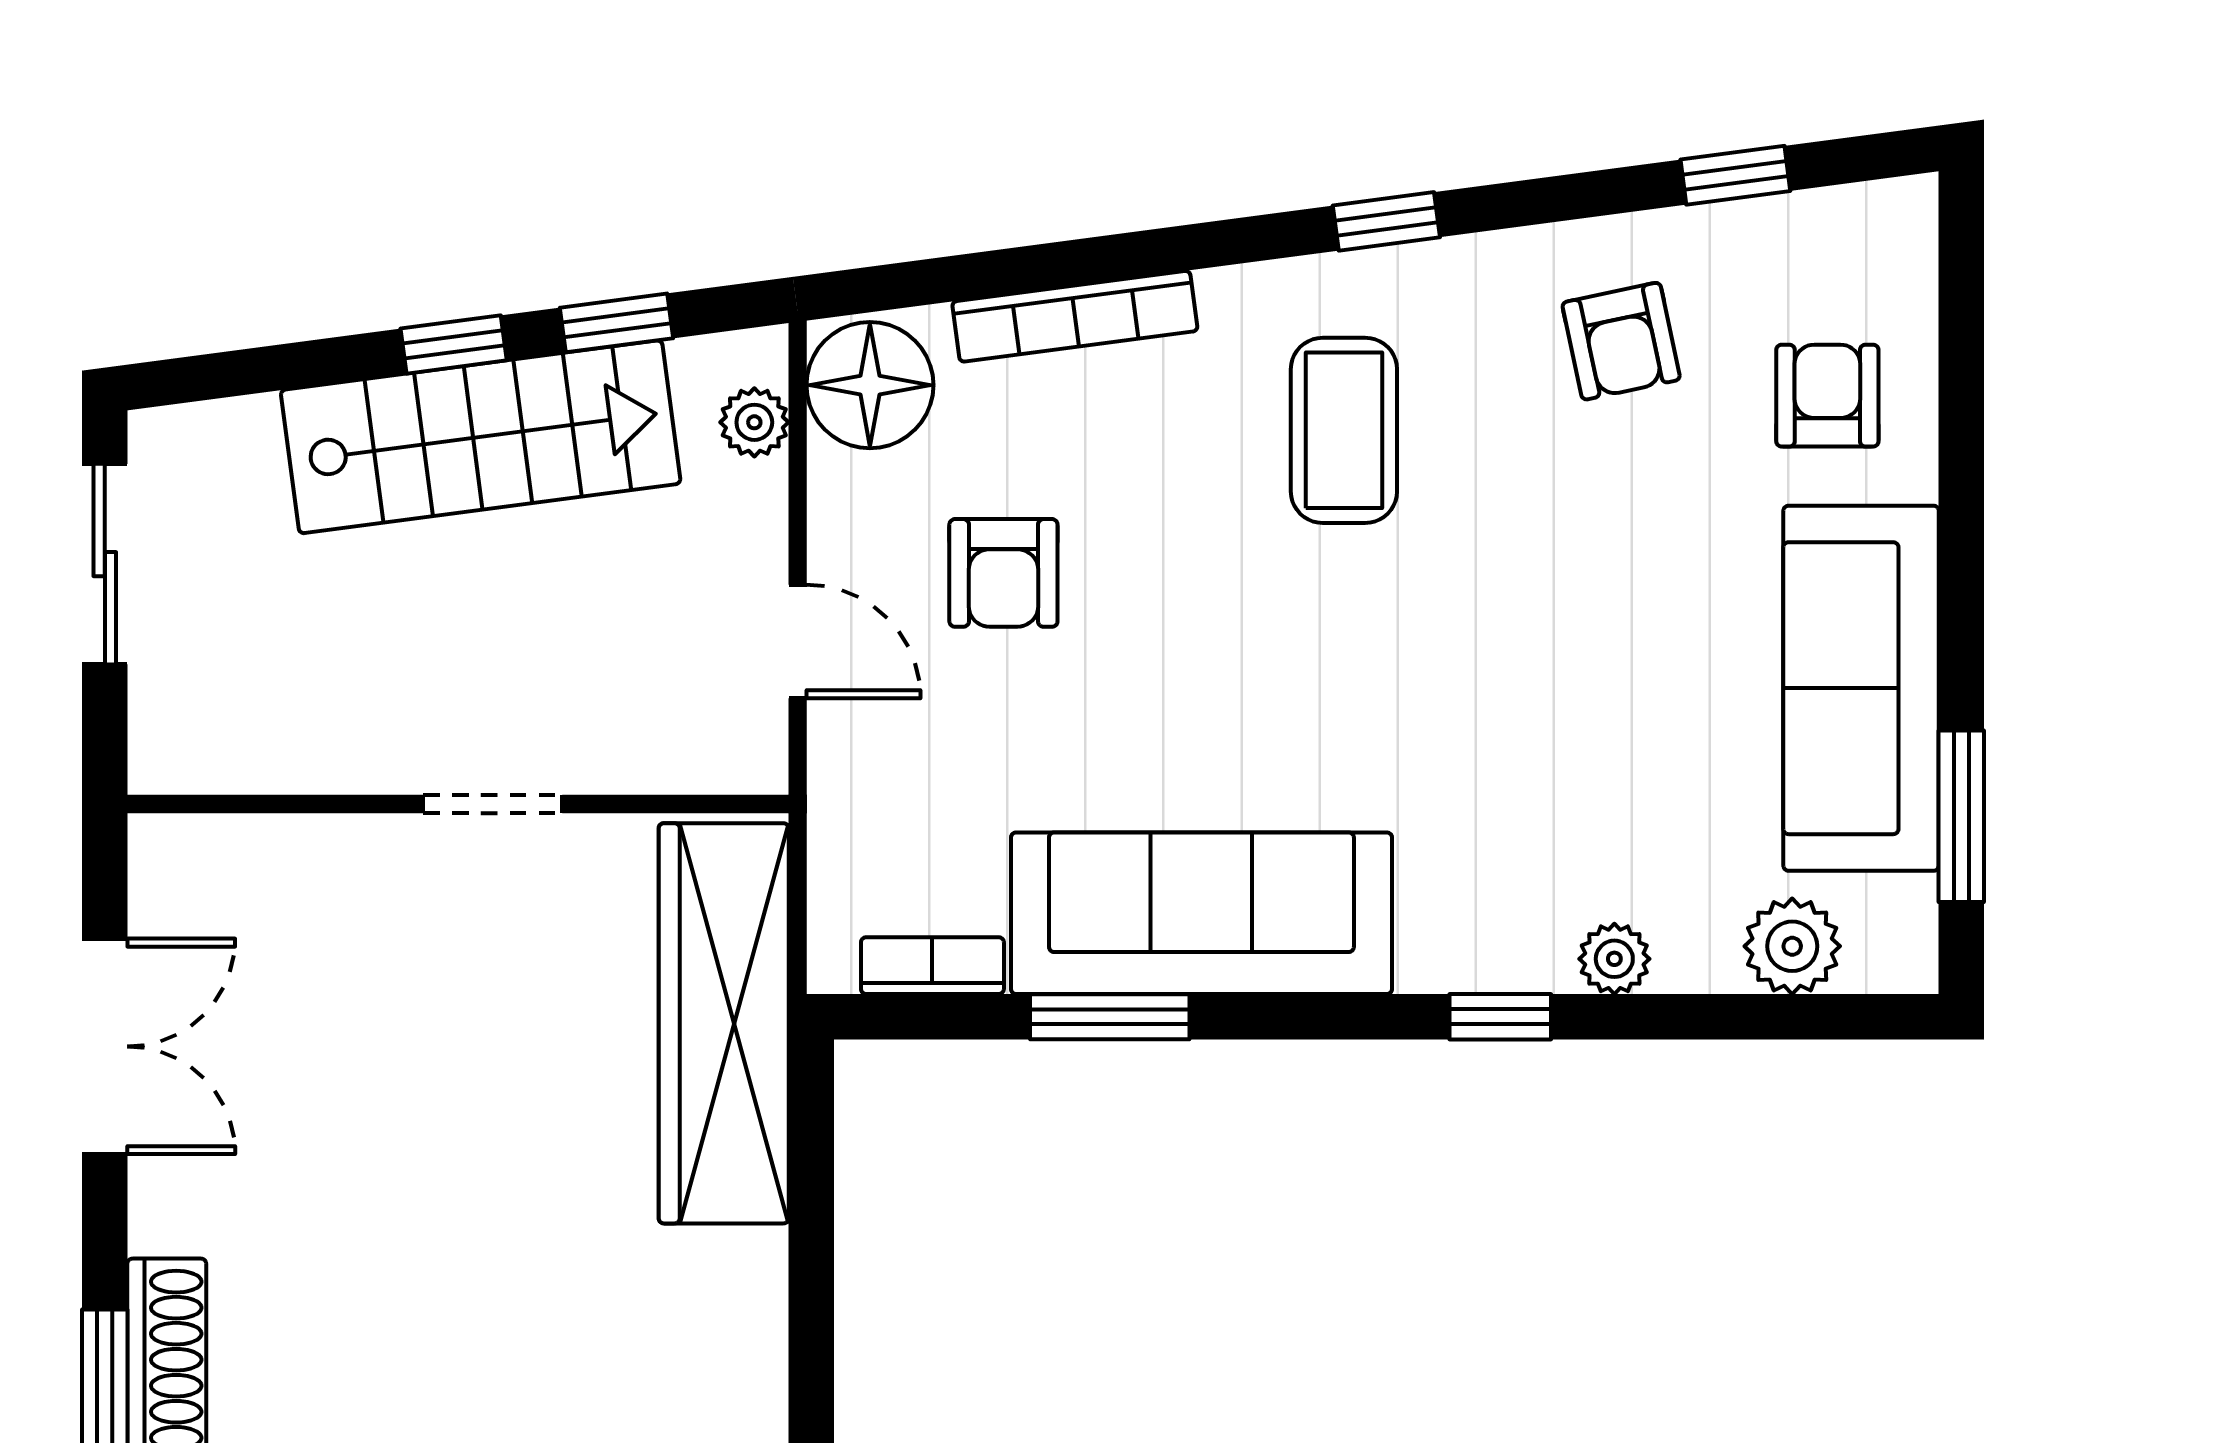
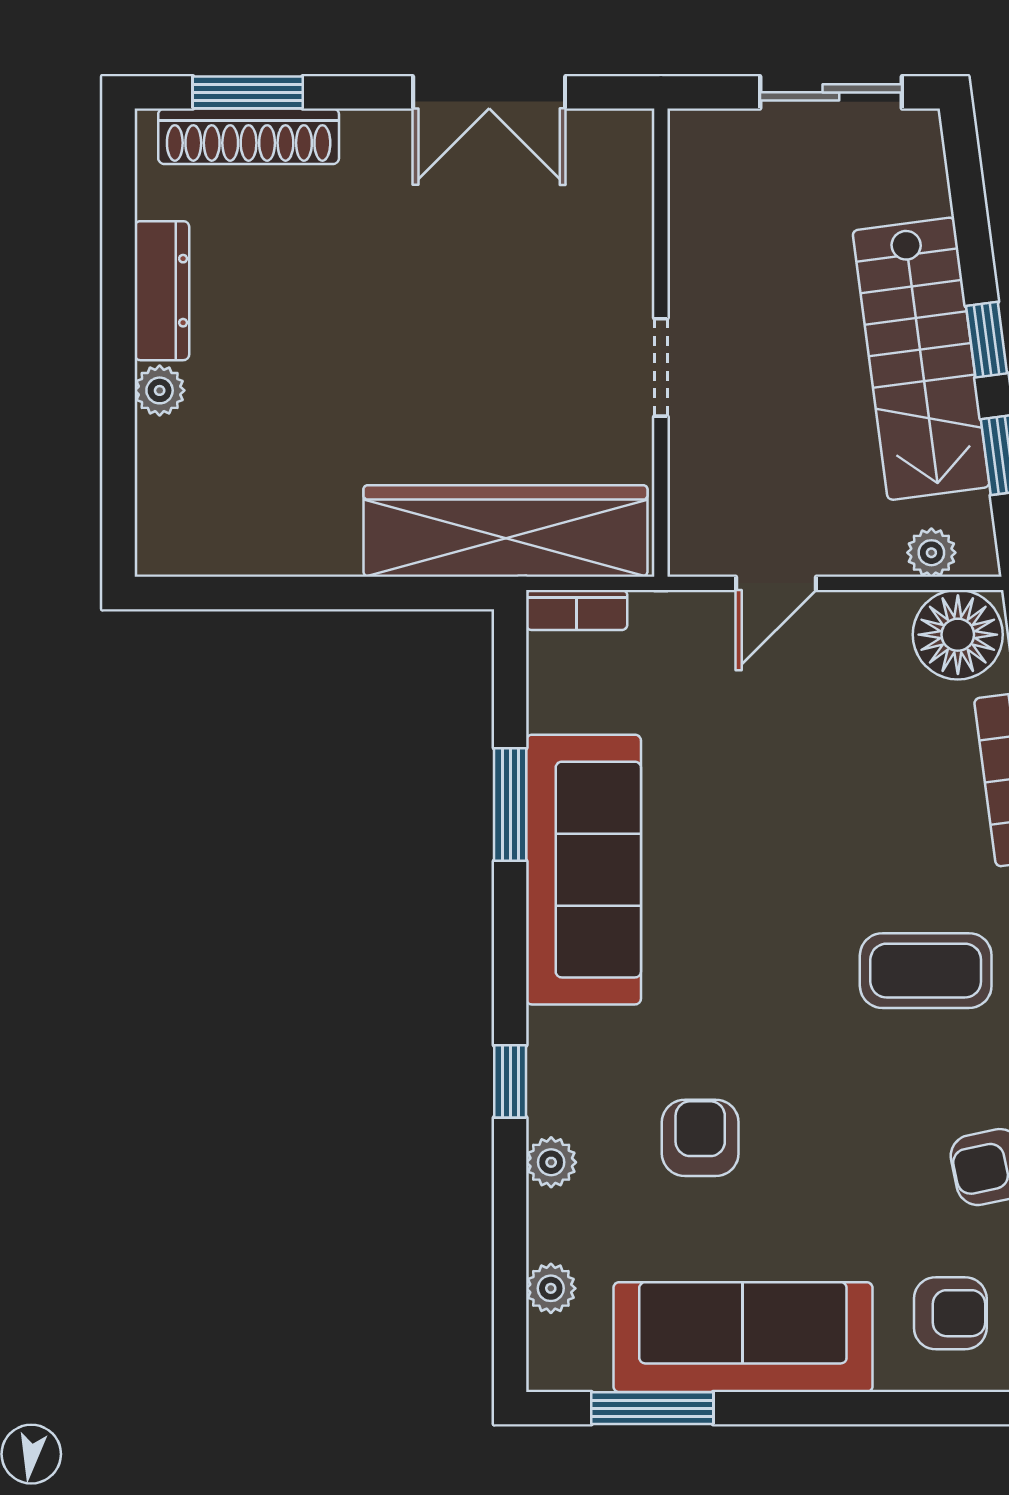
armchair: (1003, 573) -> (700, 1138), moved, turned 90
plant: (1792, 946) -> (551, 1288), width x0.73, depth x0.73
bookcase: (932, 966) -> (577, 610), moved, turned 90

